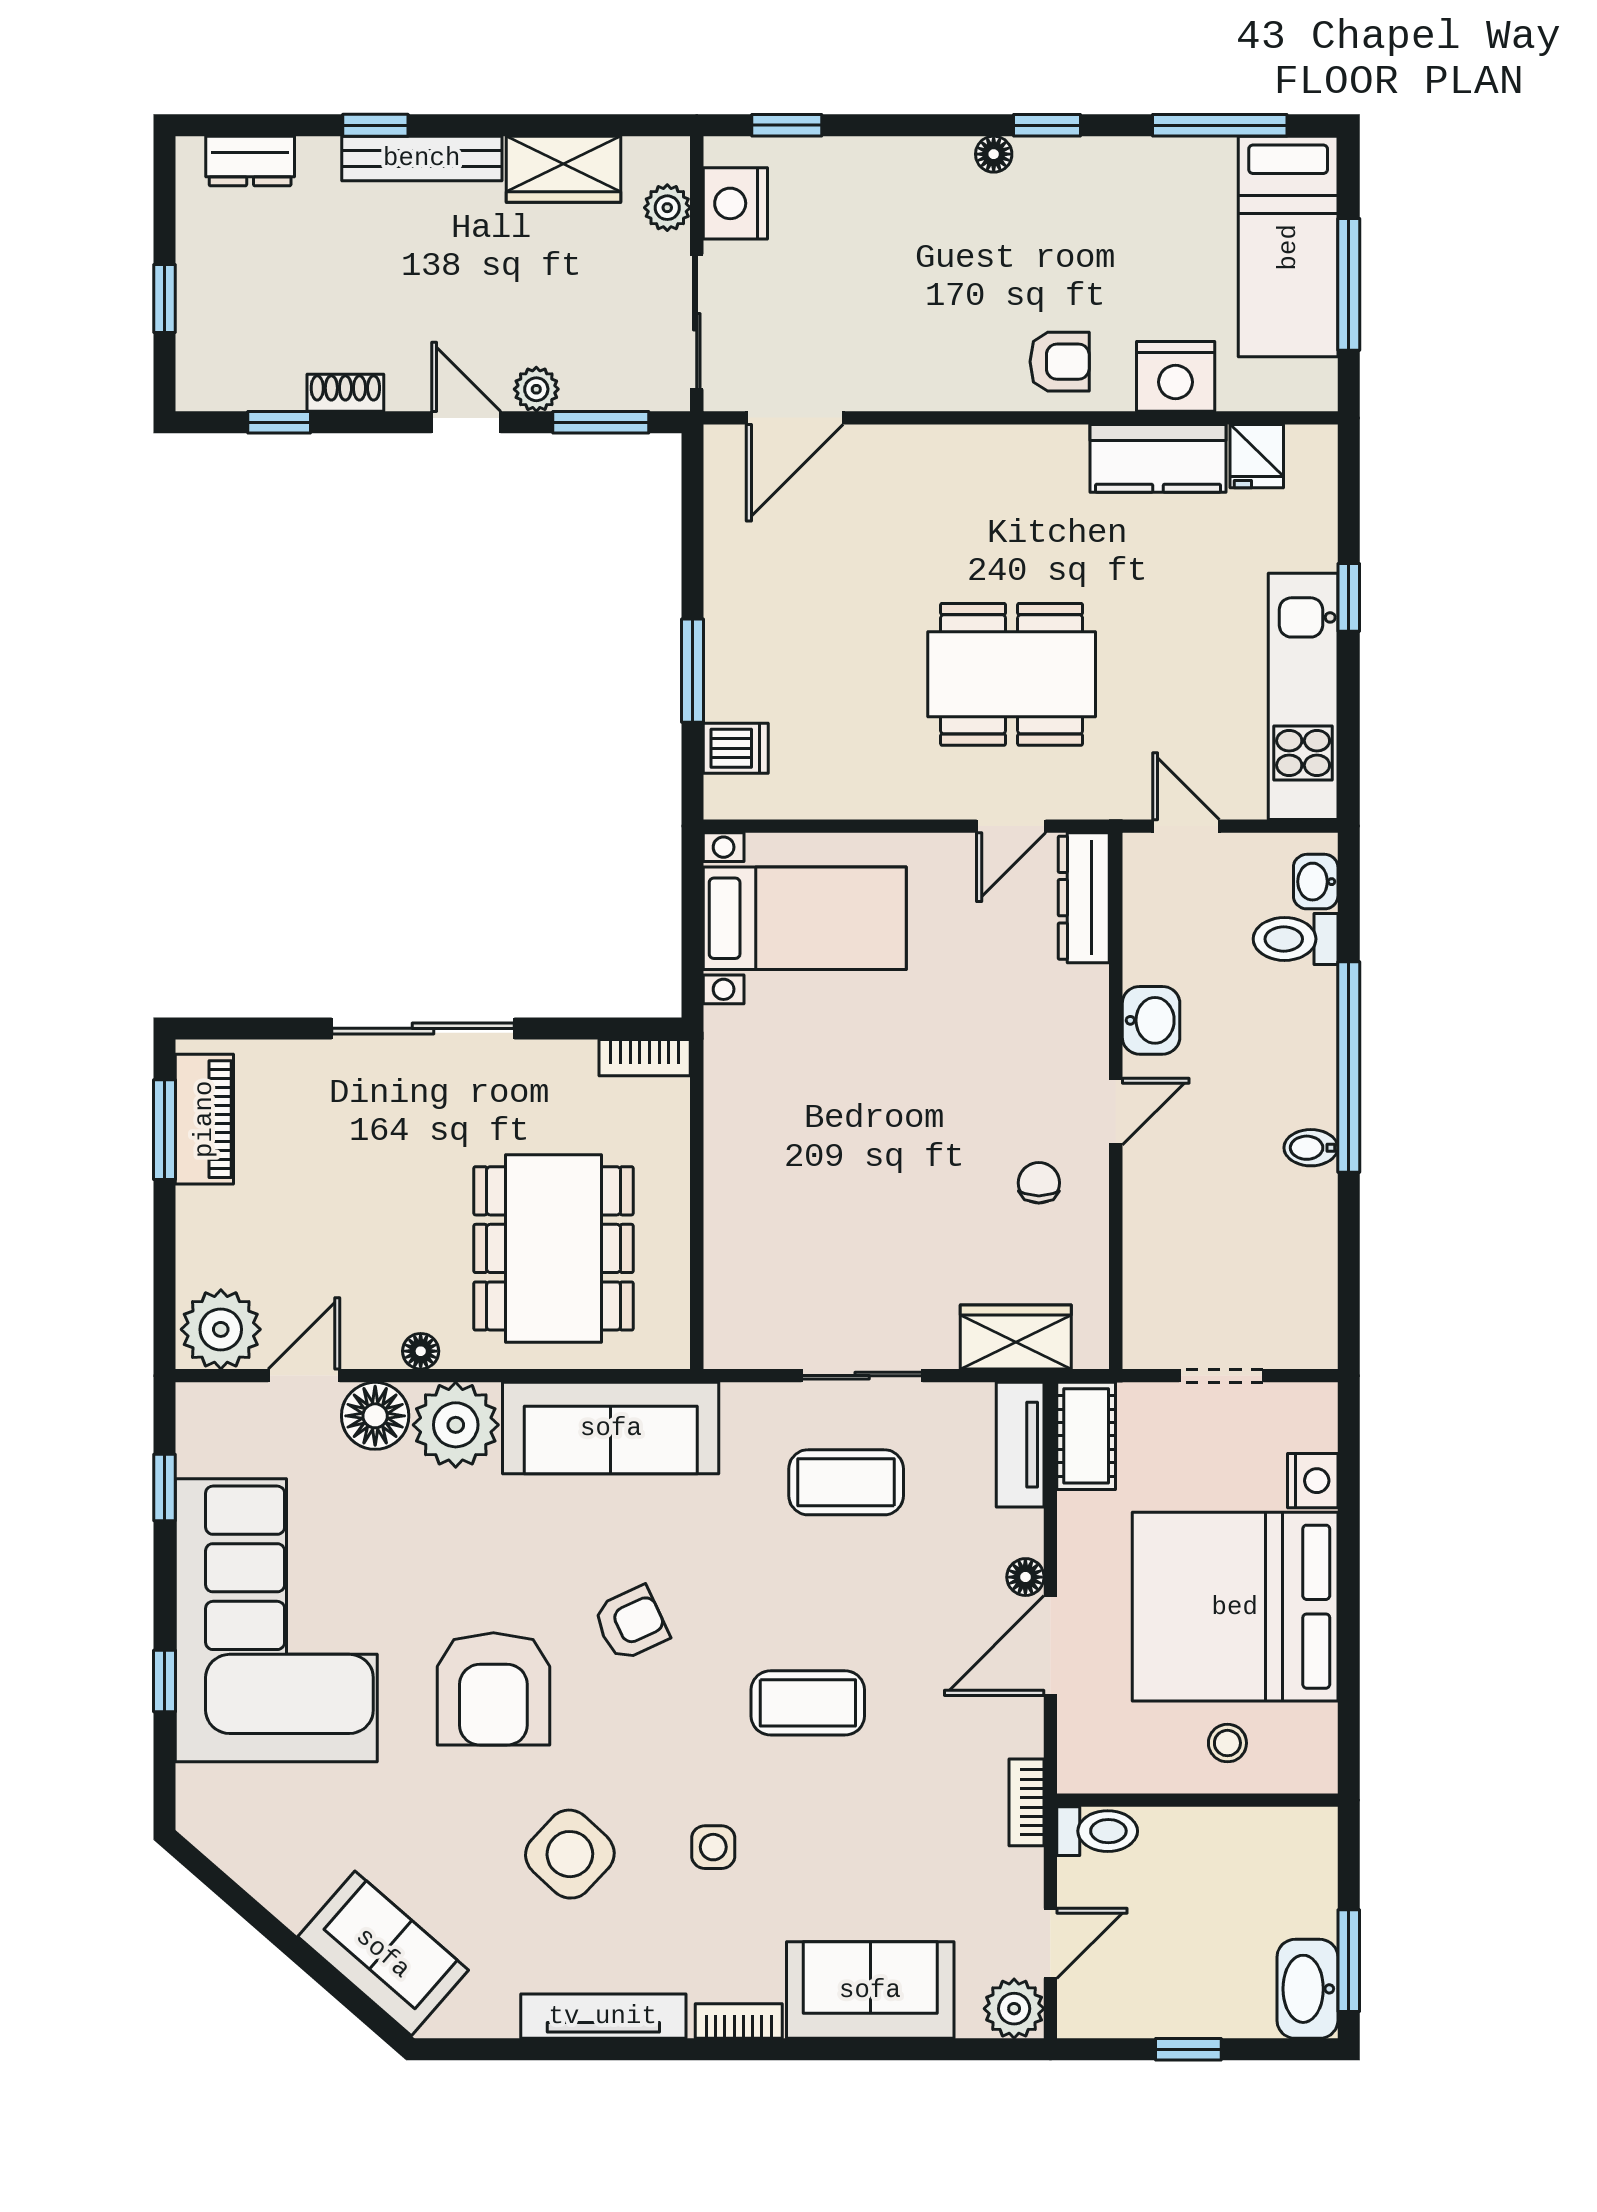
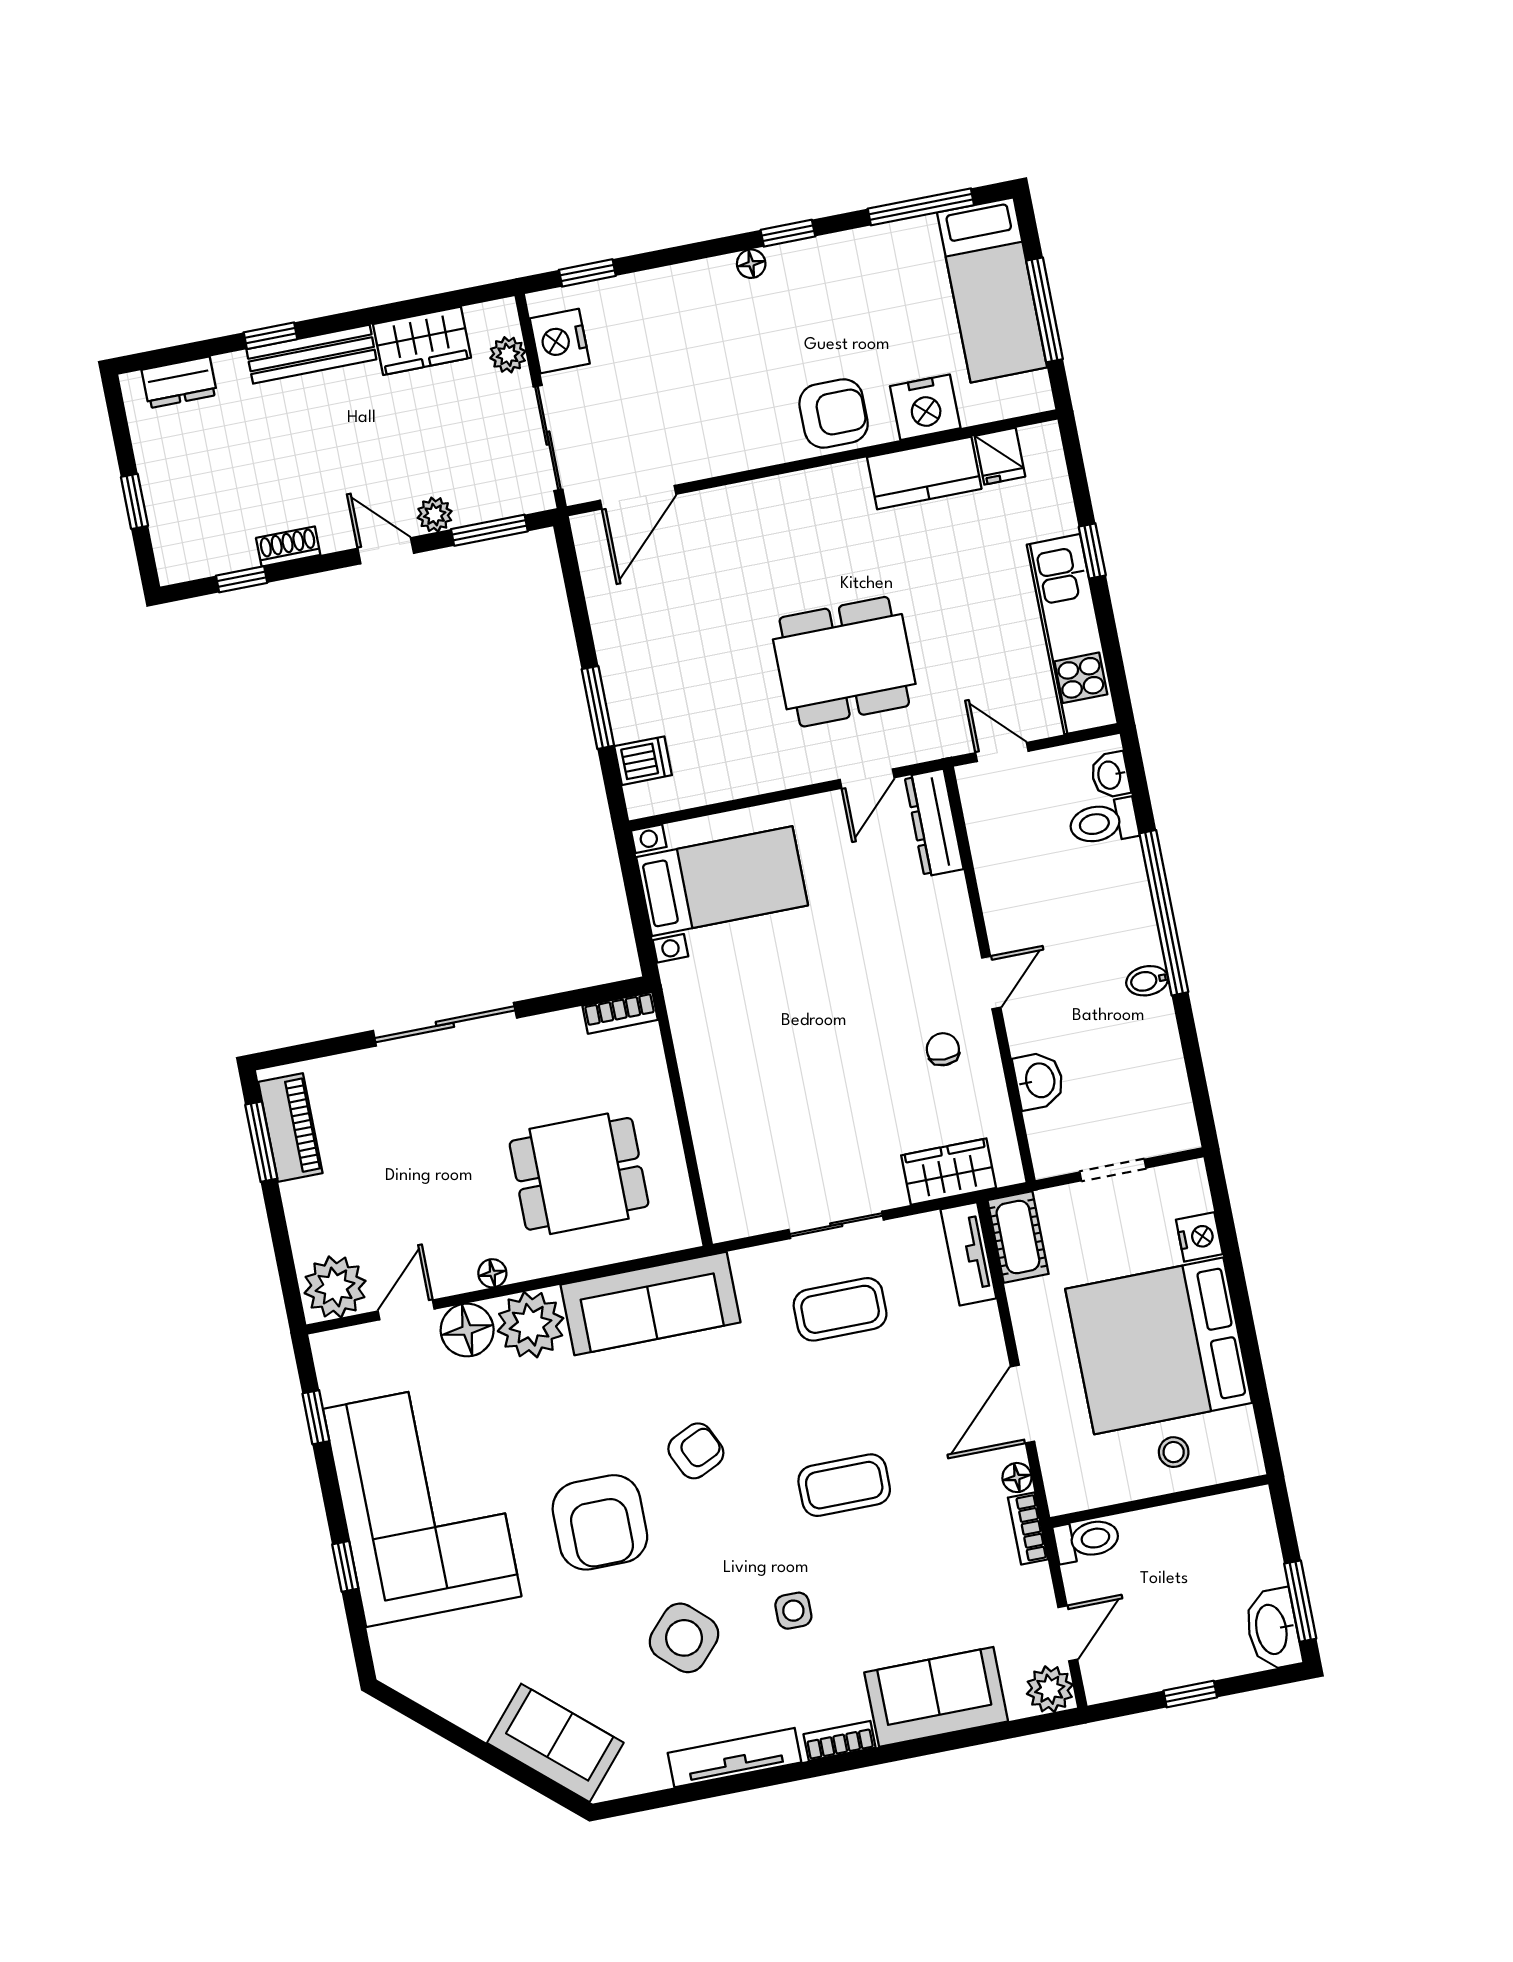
armchair: (1060, 362) -> (834, 414), width x1.38, depth x1.38
washbasin: (1151, 1020) -> (1039, 1081), moved
dining table: (554, 1248) -> (579, 1174), width x0.73
floor lamp: (1025, 1577) -> (1017, 1478), moved

